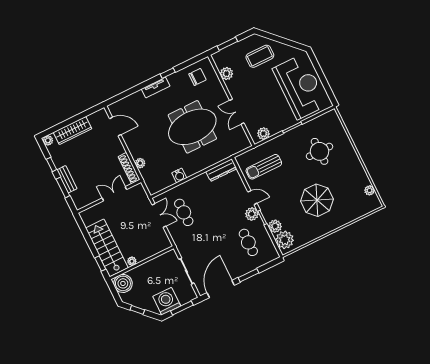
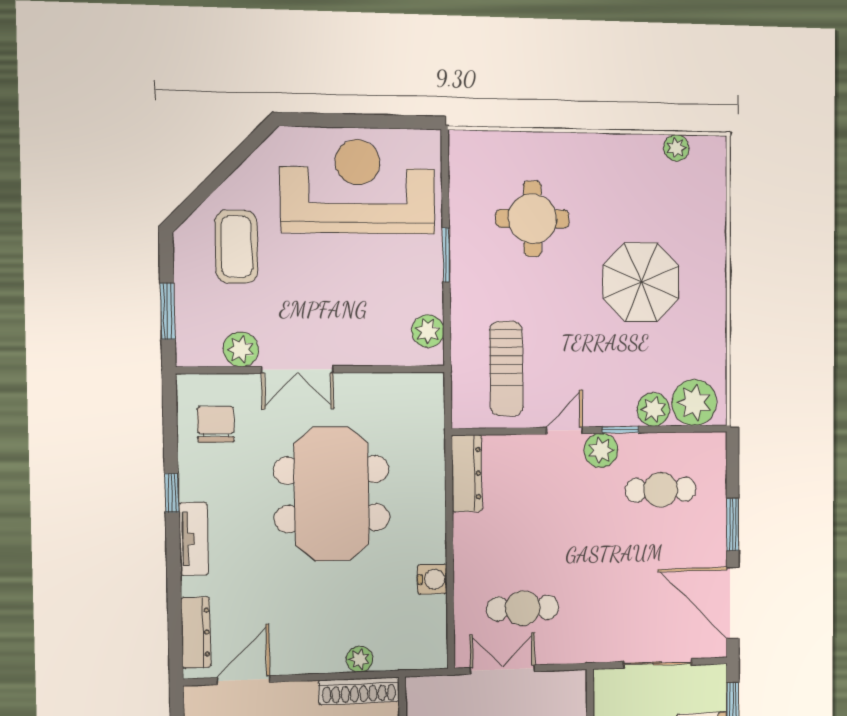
dresser: (124, 103) -> (196, 632), added
double door: (237, 112) -> (297, 370), moved

